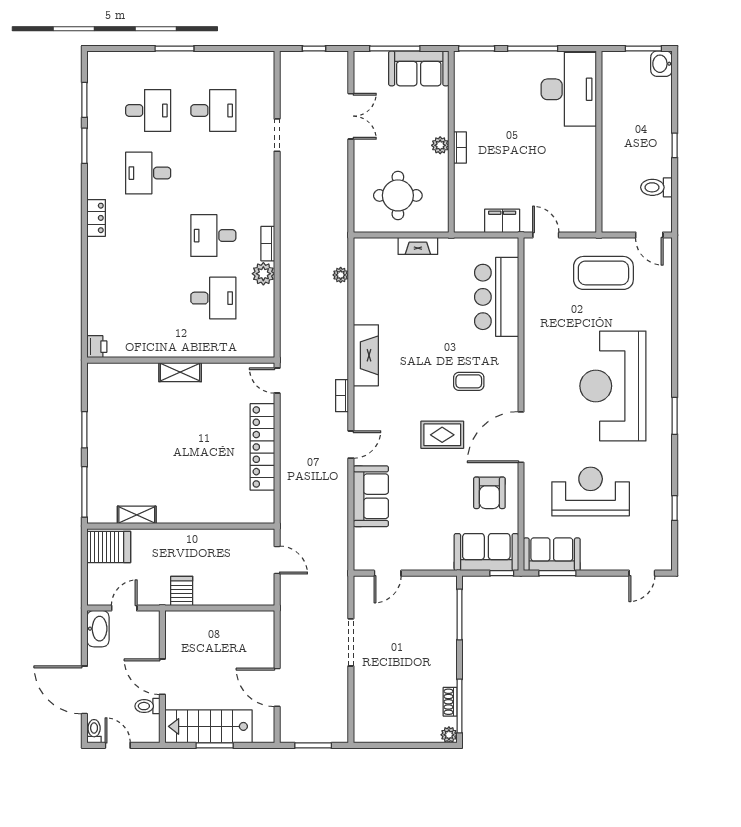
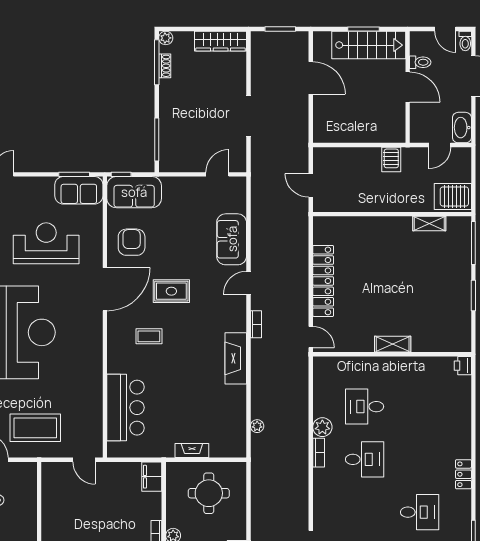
filing cabinet: (502, 221) -> (152, 477), moved, turned 90
reception desk: (591, 492) -> (46, 243), turned 180
wardrobe: (384, 731) -> (221, 41), added

